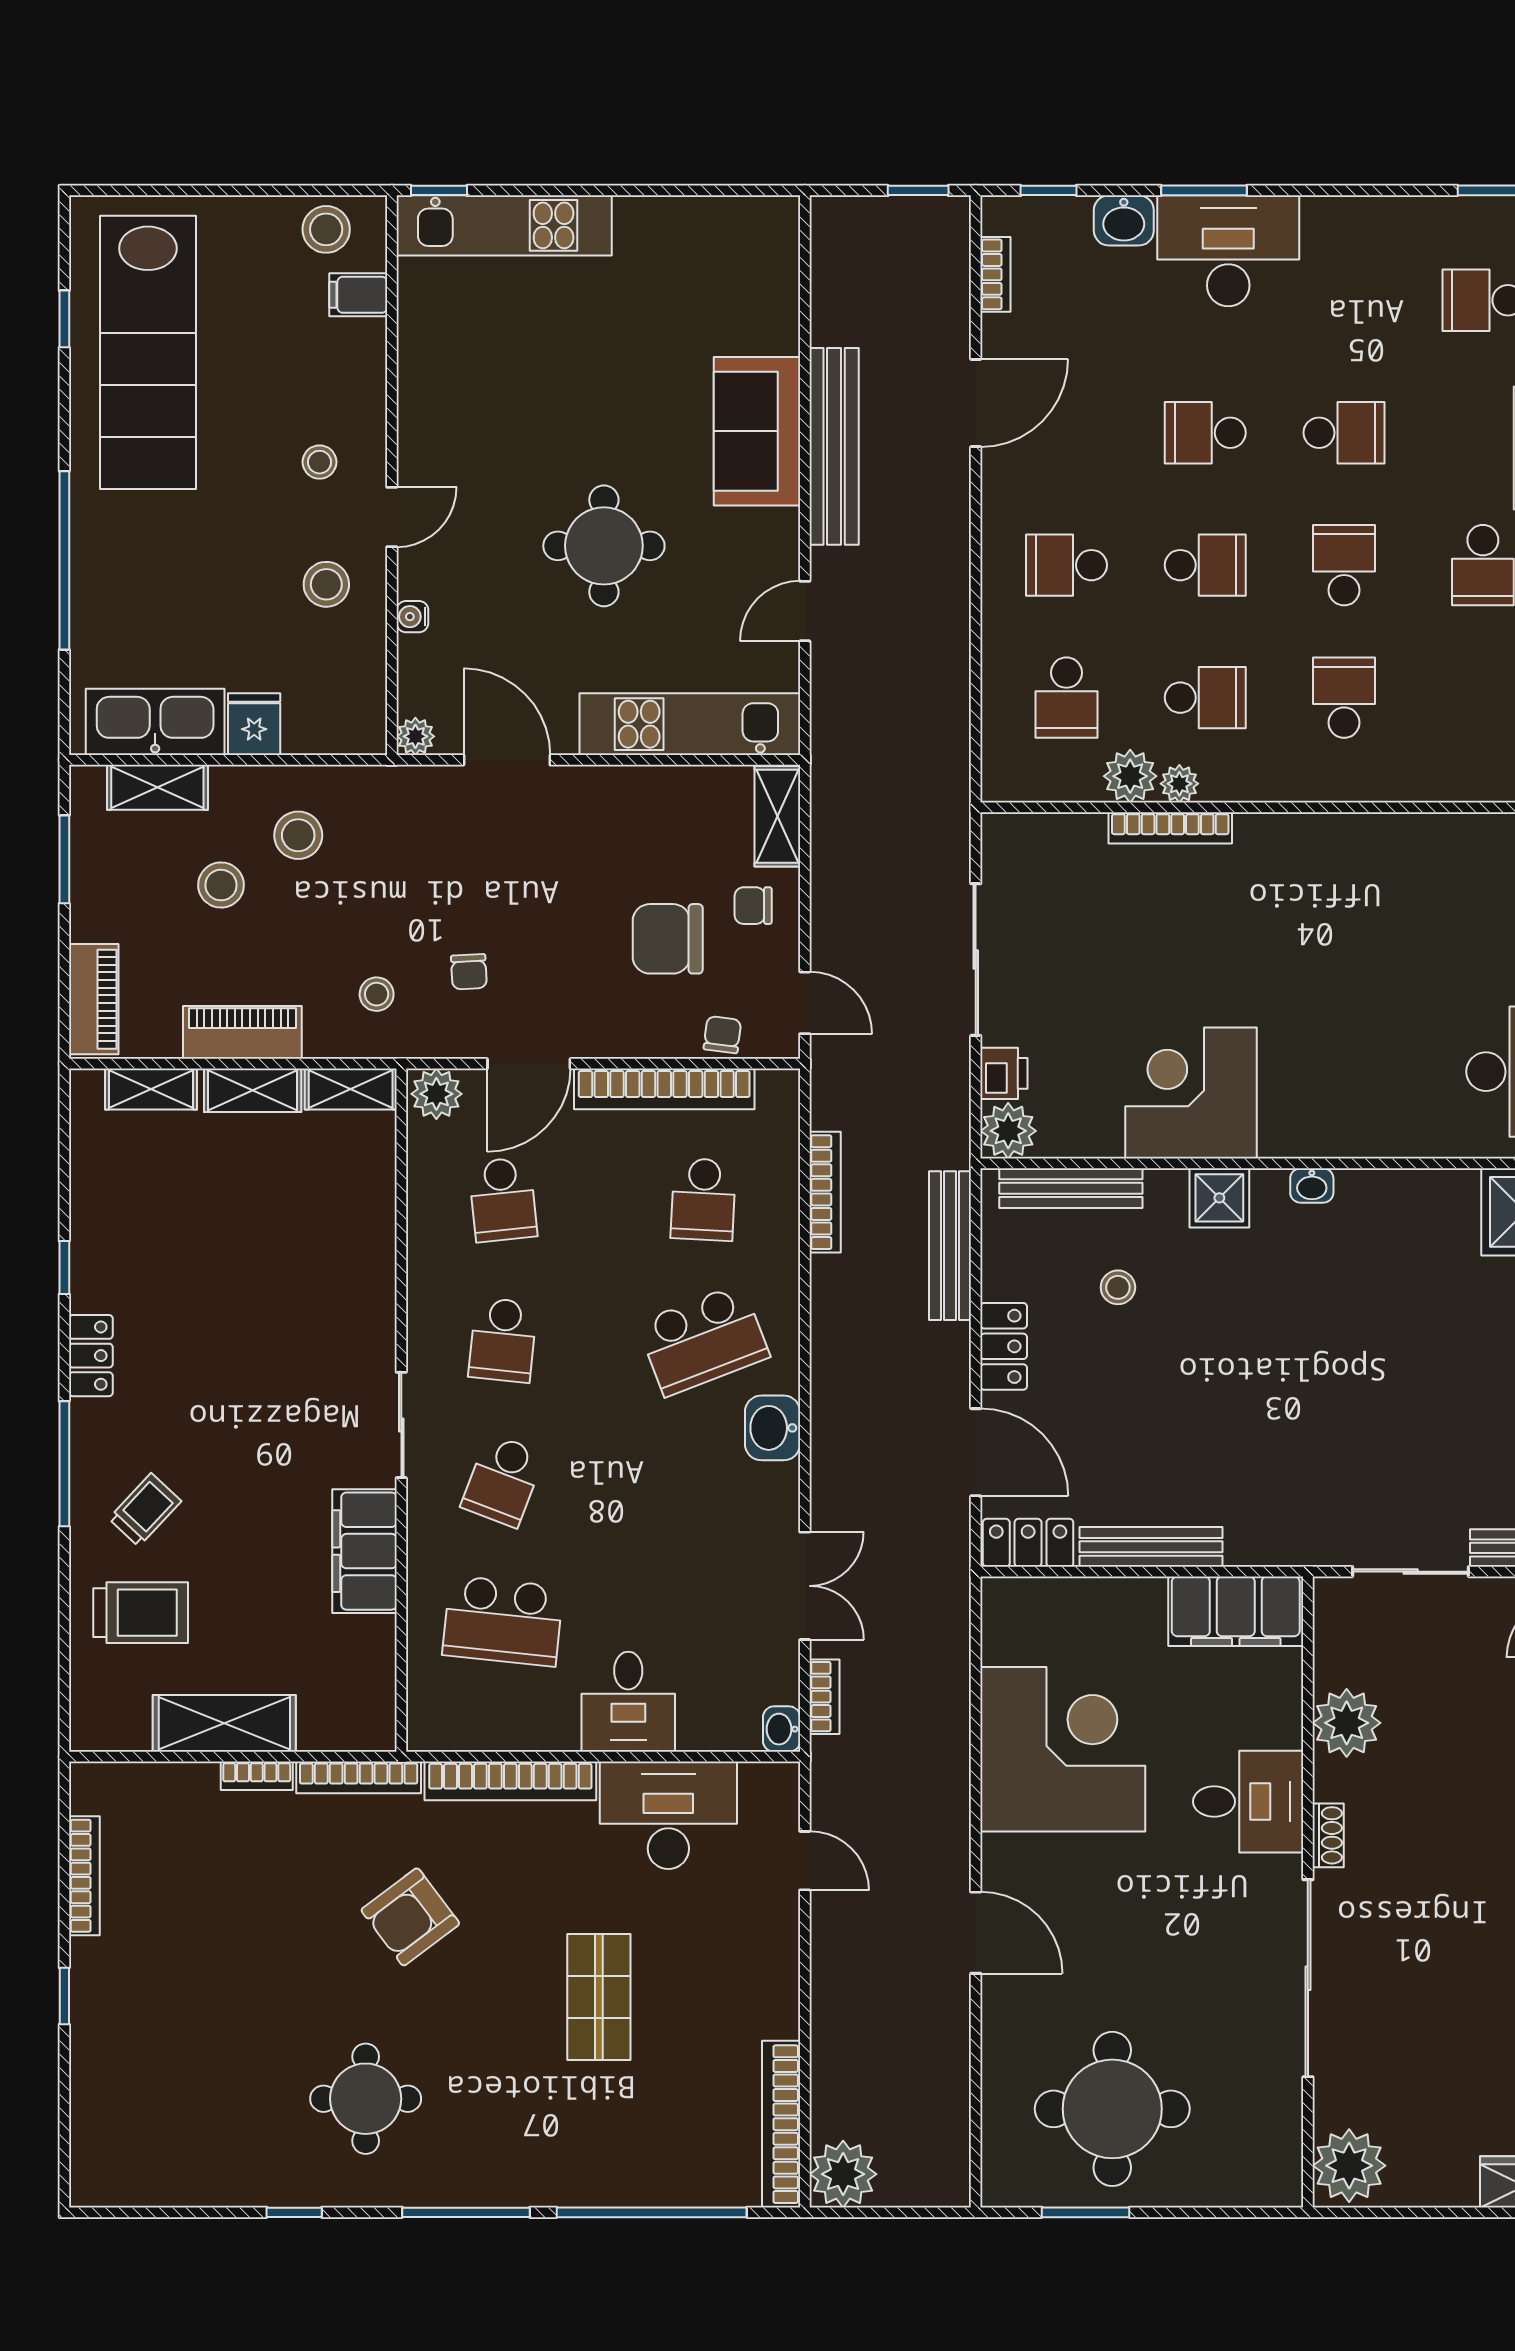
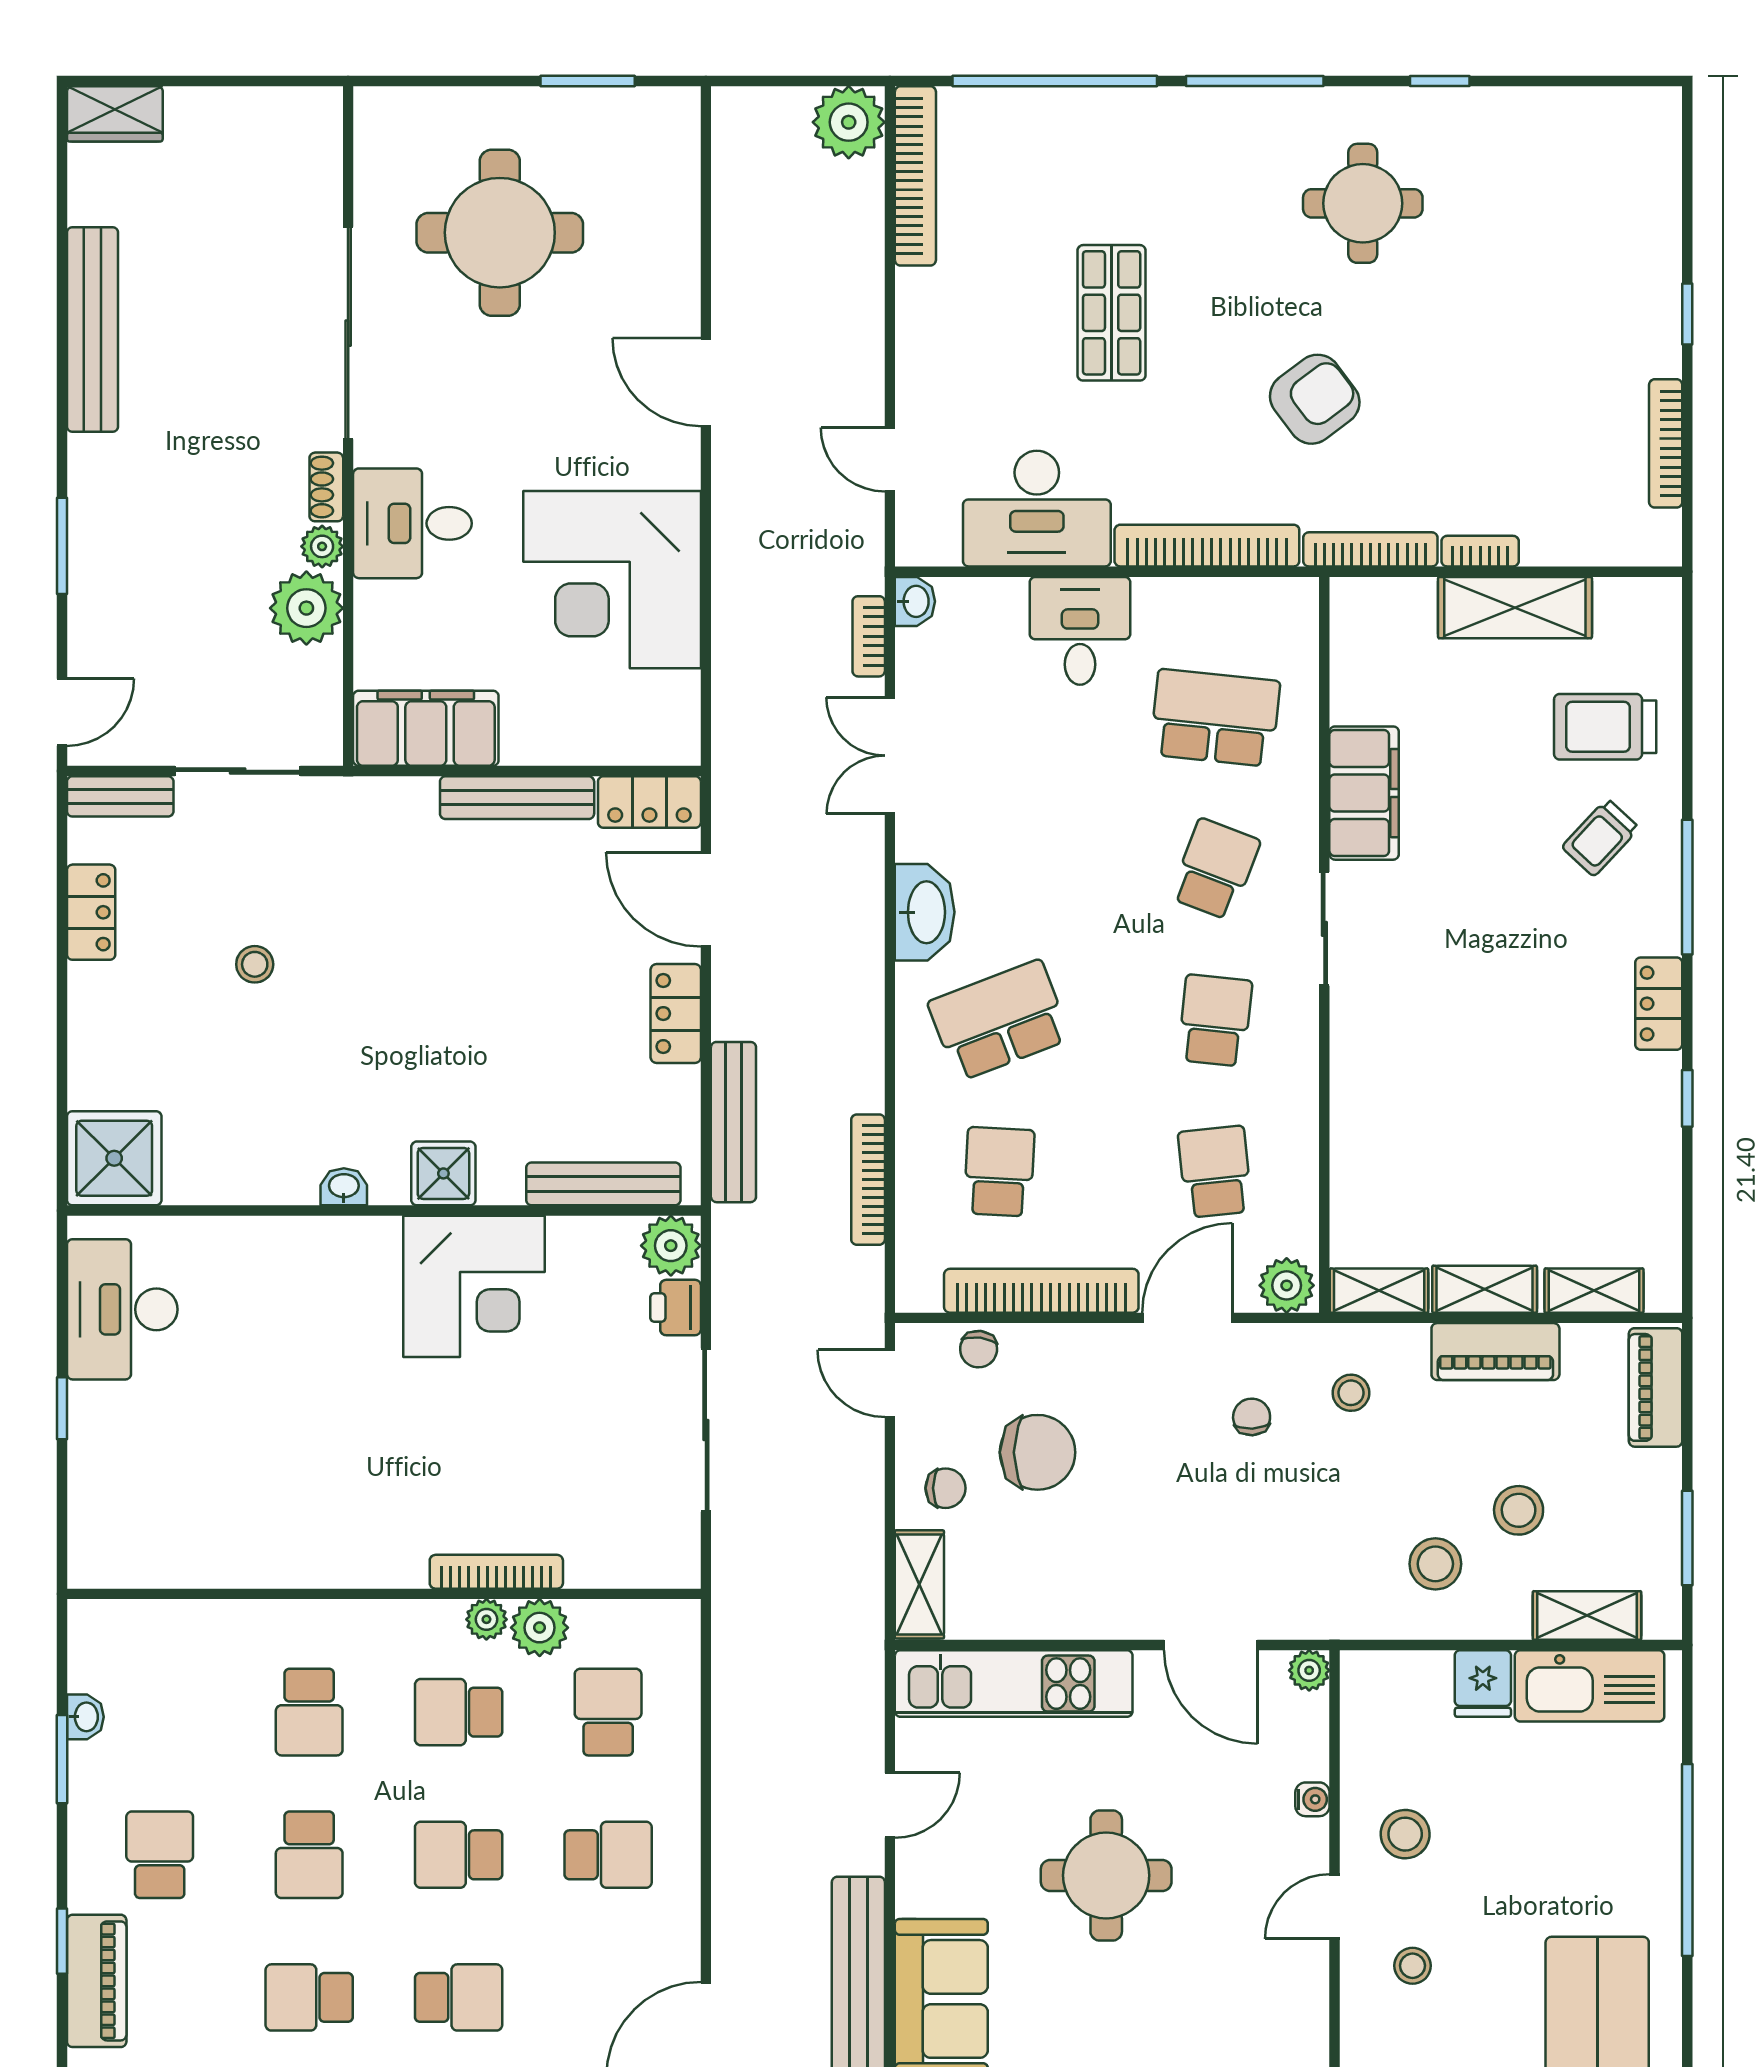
stool: (1118, 1287) -> (255, 964), moved
washbasin: (773, 1428) -> (925, 912), width x1.38
round table: (1112, 2109) -> (500, 233), moved
plant: (1349, 2166) -> (322, 546), moved, width x0.53, depth x0.53

